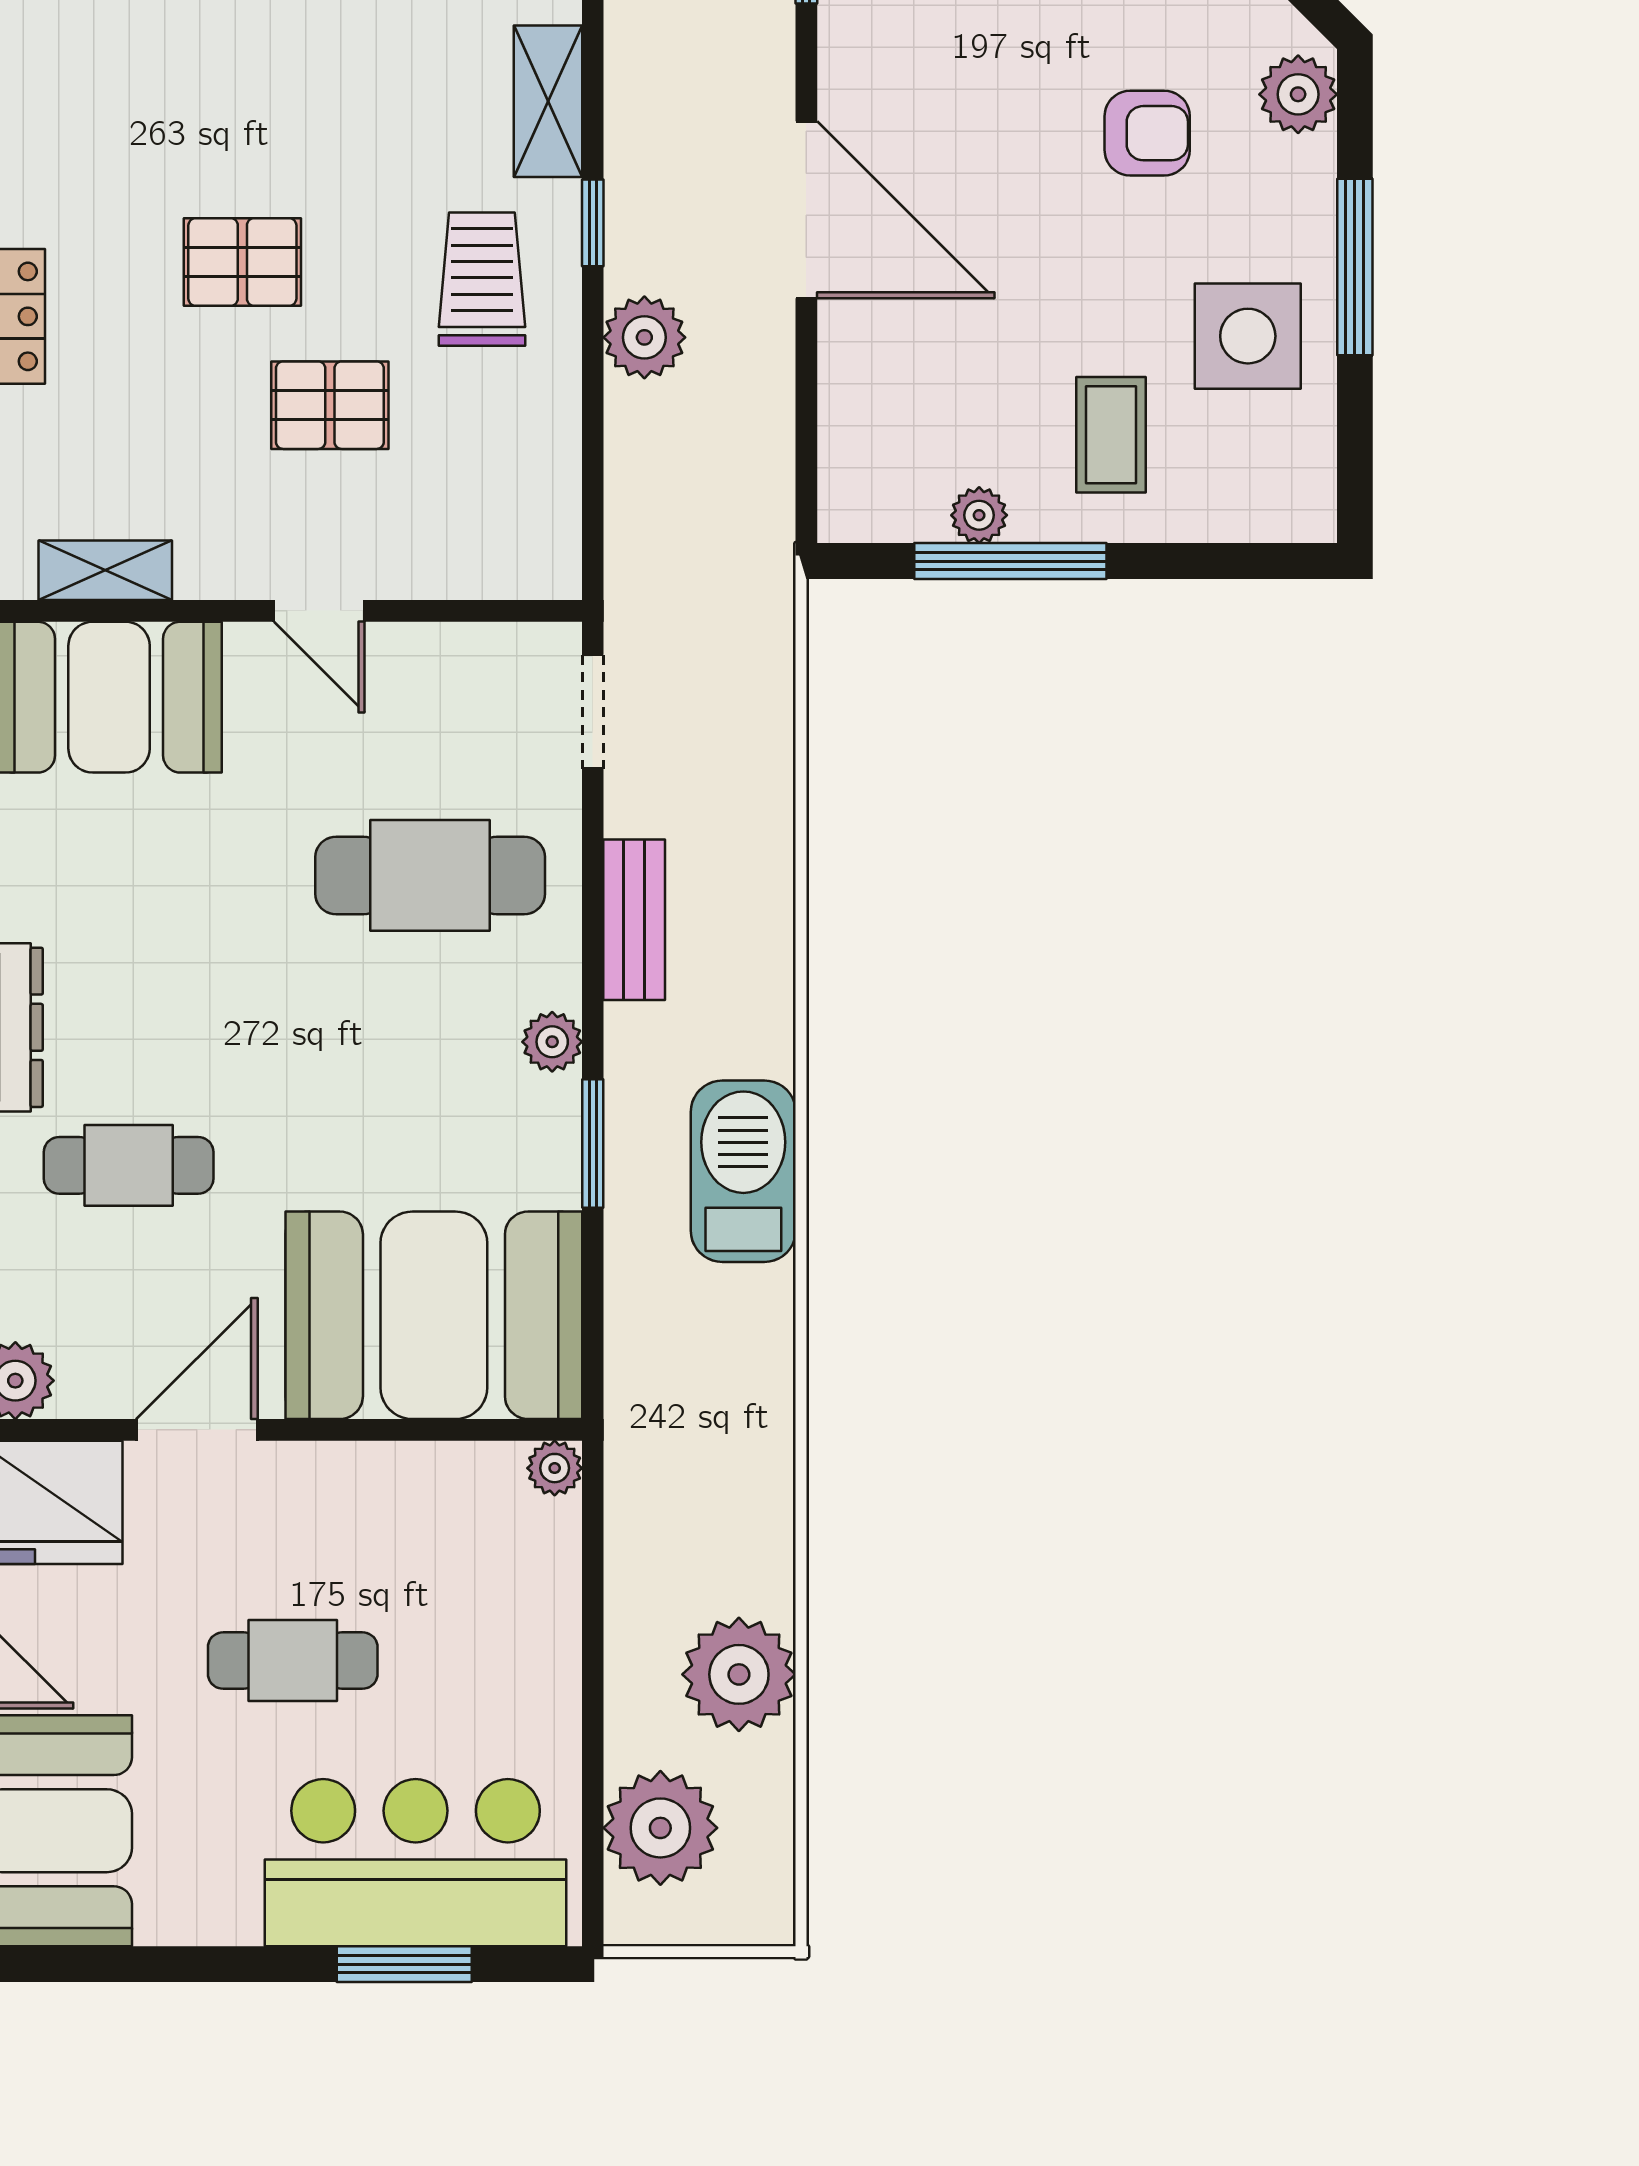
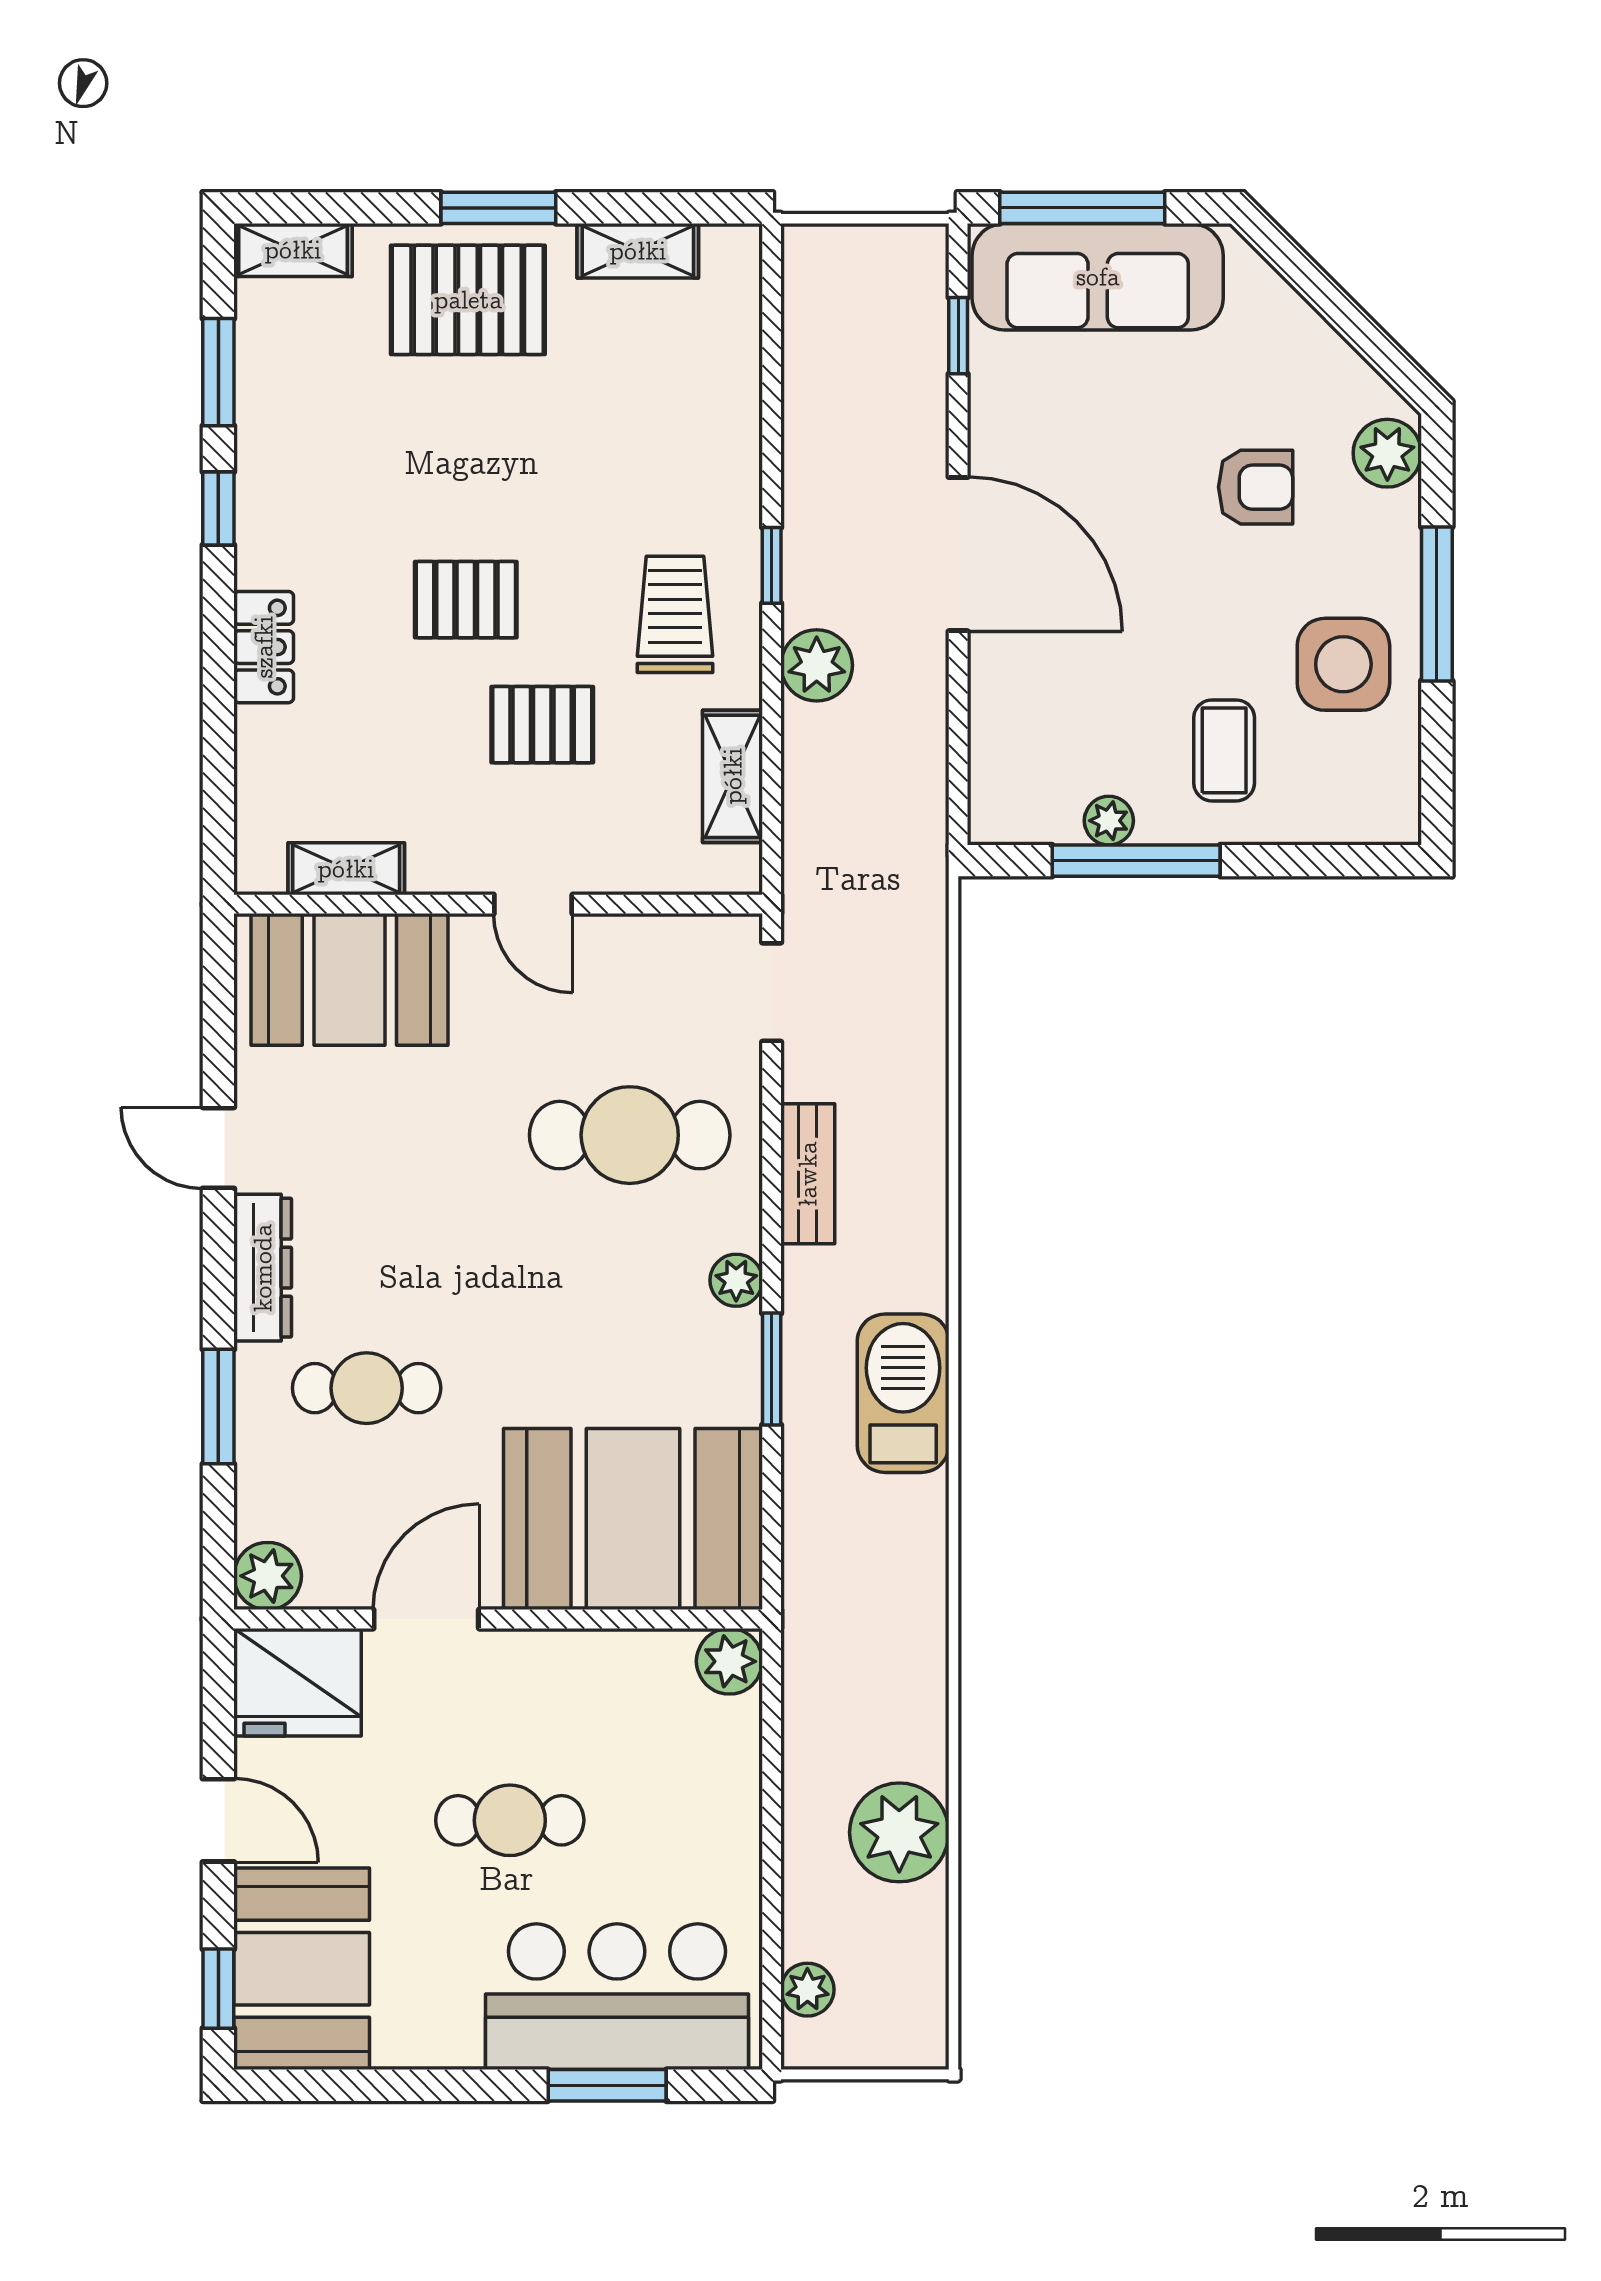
shelving: (548, 101) -> (733, 776), moved
plant: (555, 1468) -> (729, 1661), width x1.38, depth x1.38
plant: (660, 1828) -> (807, 1990), width x0.53, depth x0.53

